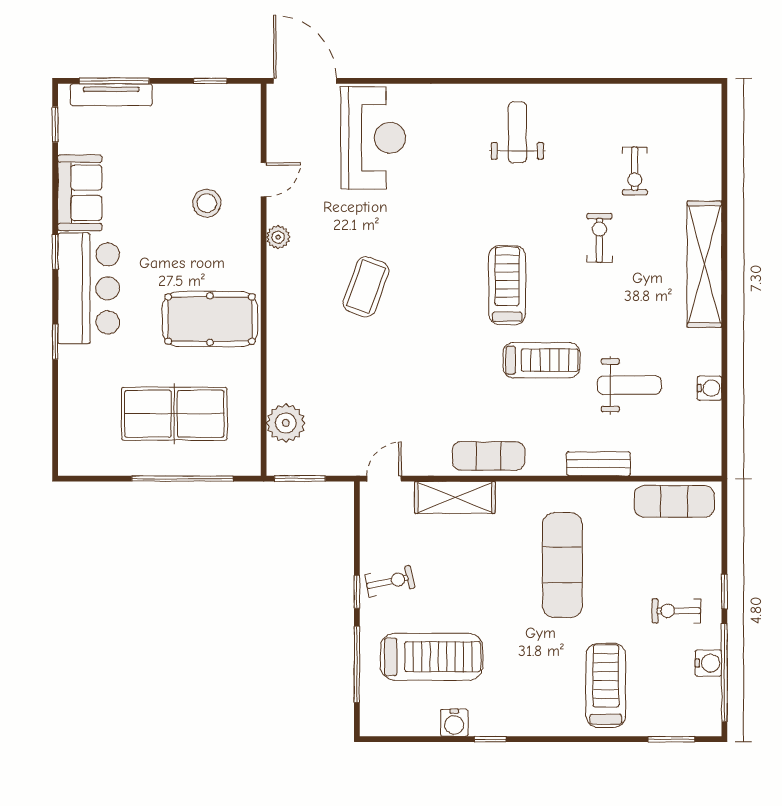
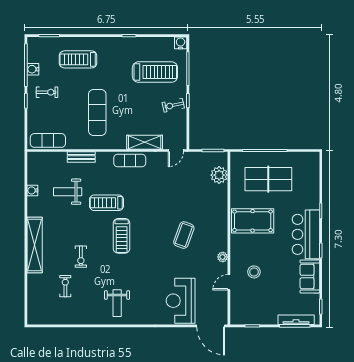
treadmill: (431, 657) -> (155, 72), turned 180
treadmill: (606, 685) -> (78, 59), turned 90
water cooler: (454, 723) -> (181, 43), moved

